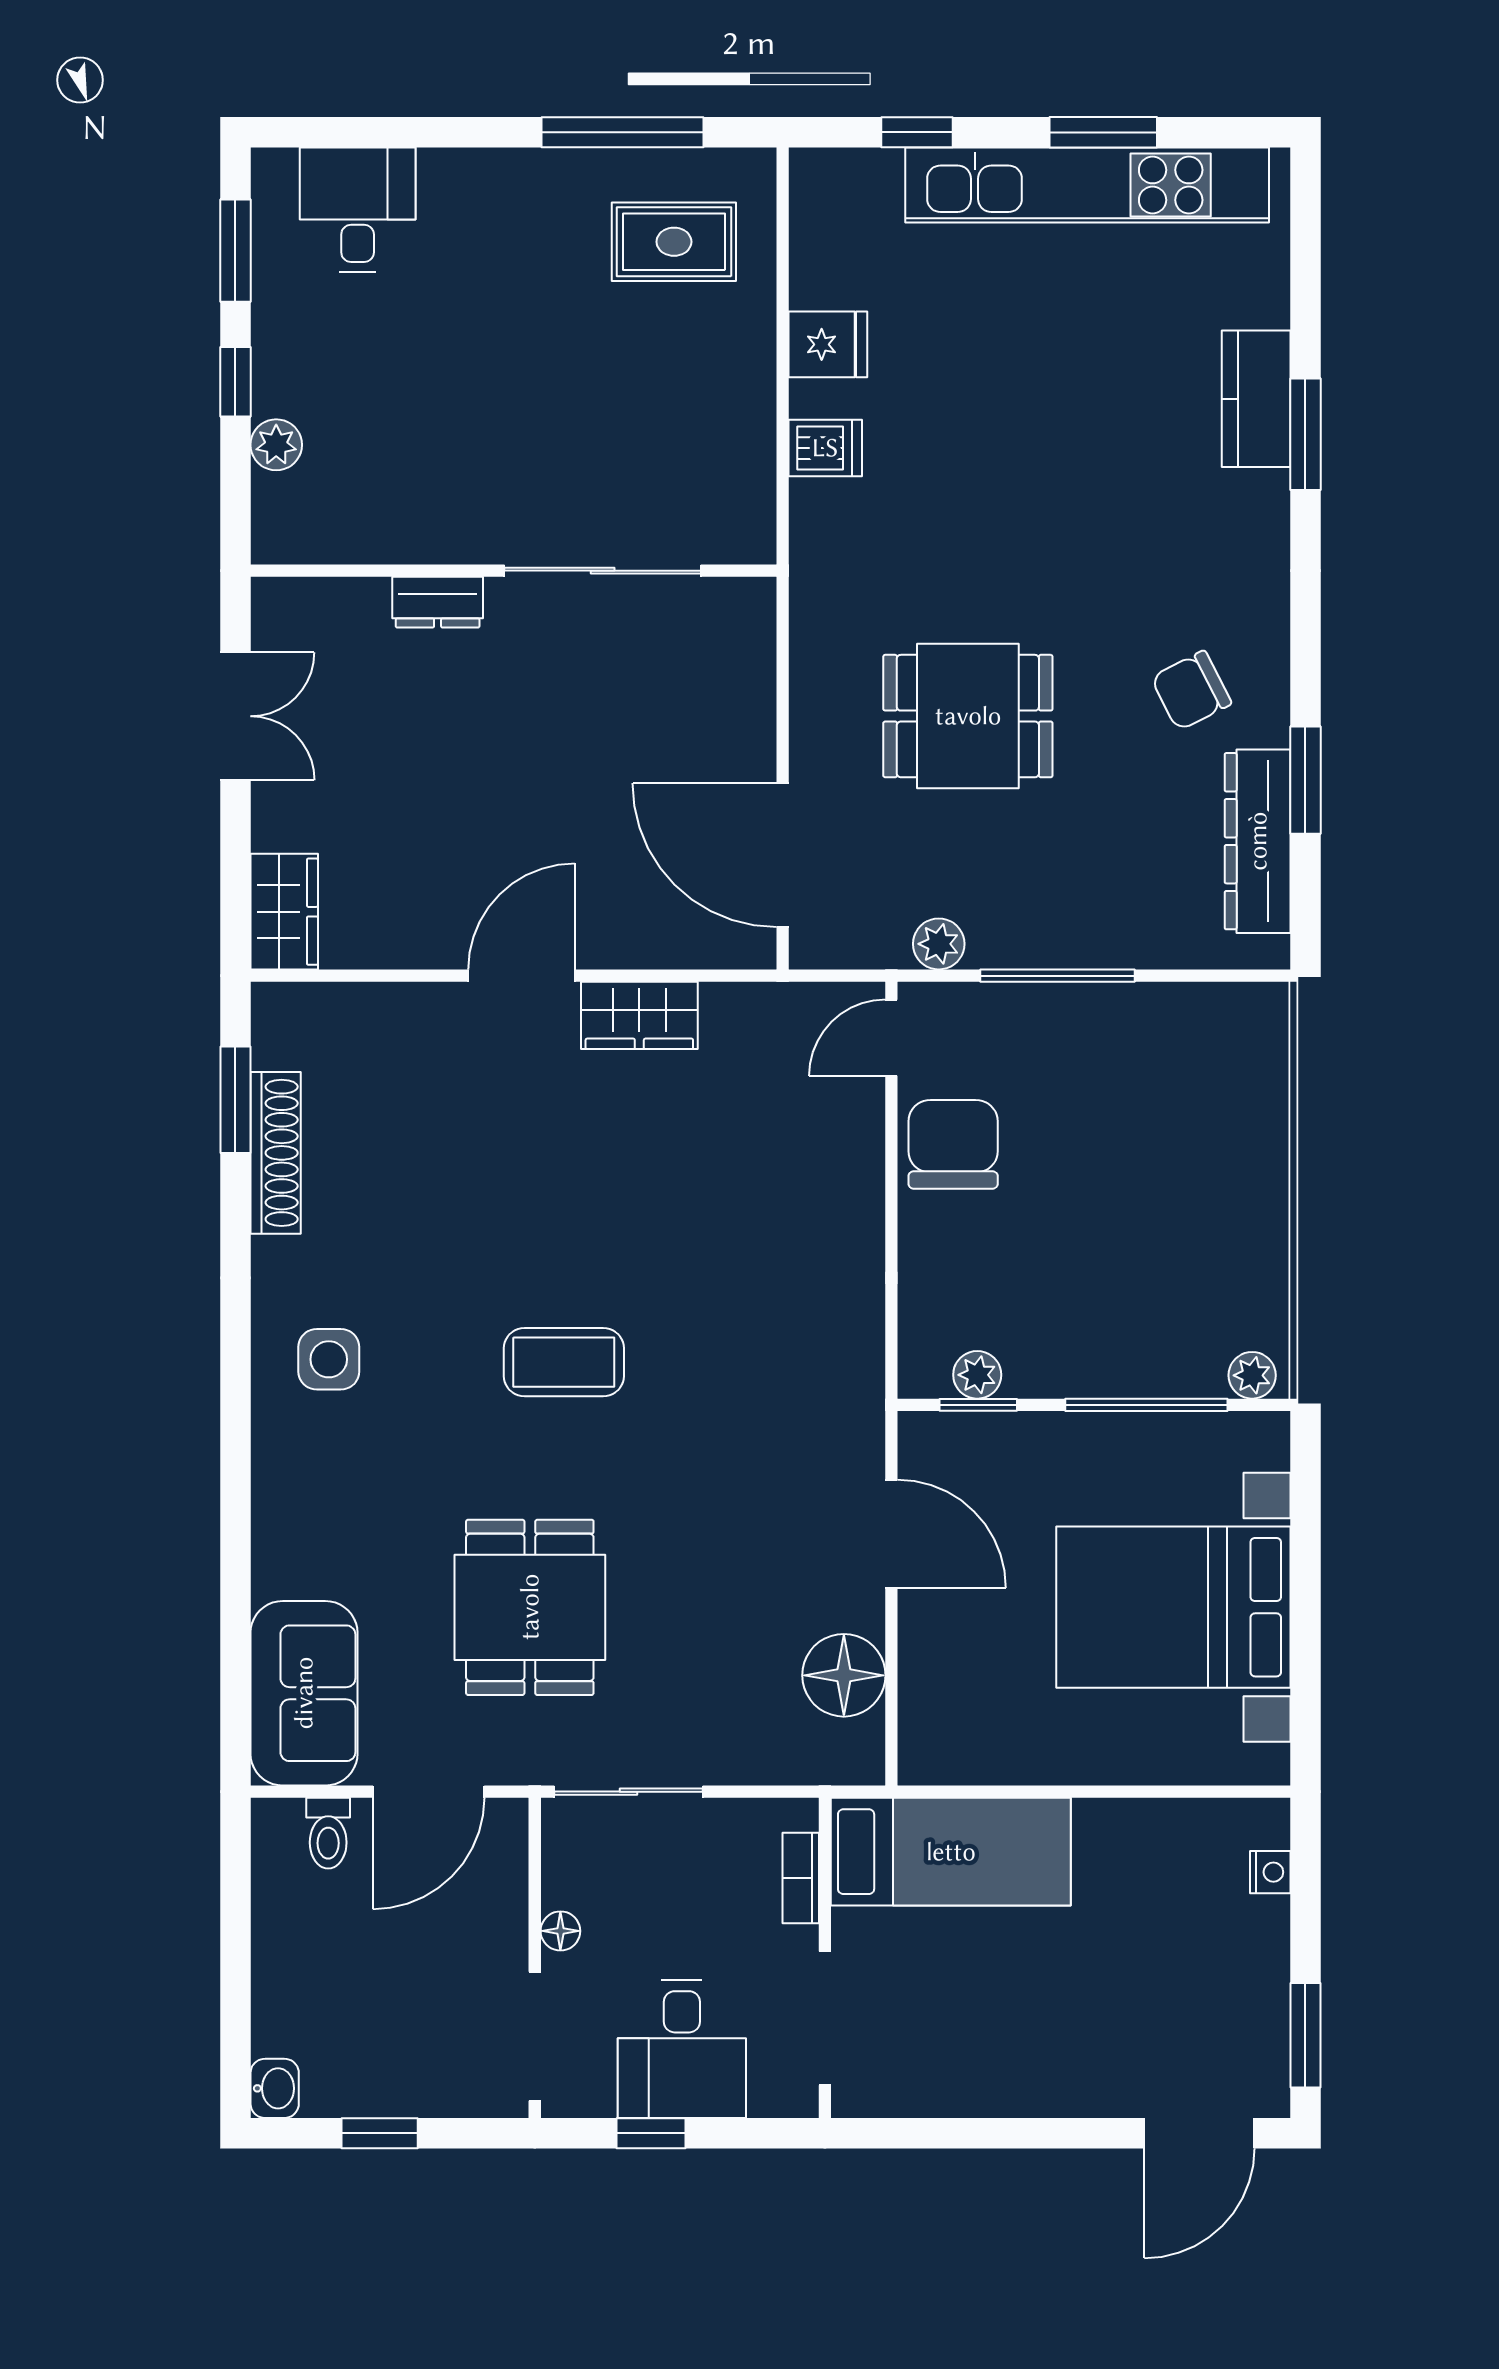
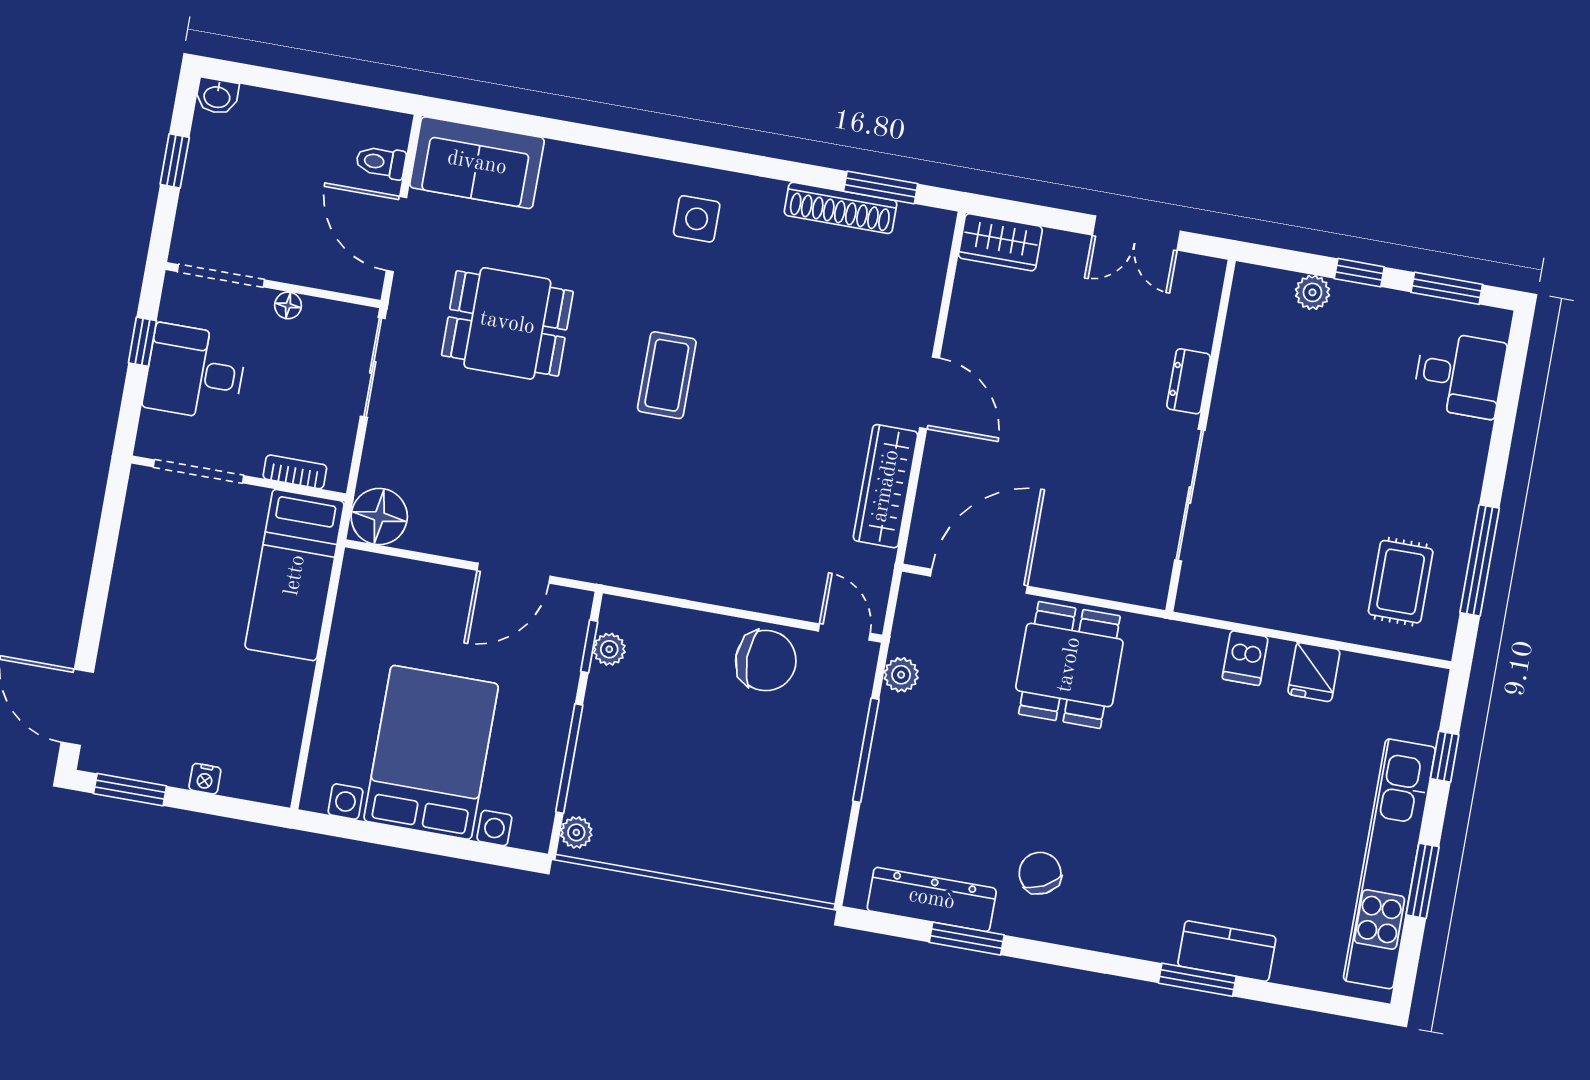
dining table: (968, 716) -> (1069, 665), moved
wardrobe: (639, 1015) -> (886, 486), width x1.50
floor lamp: (844, 1675) -> (379, 517), moved
nightstand: (1270, 1872) -> (205, 779), moved

